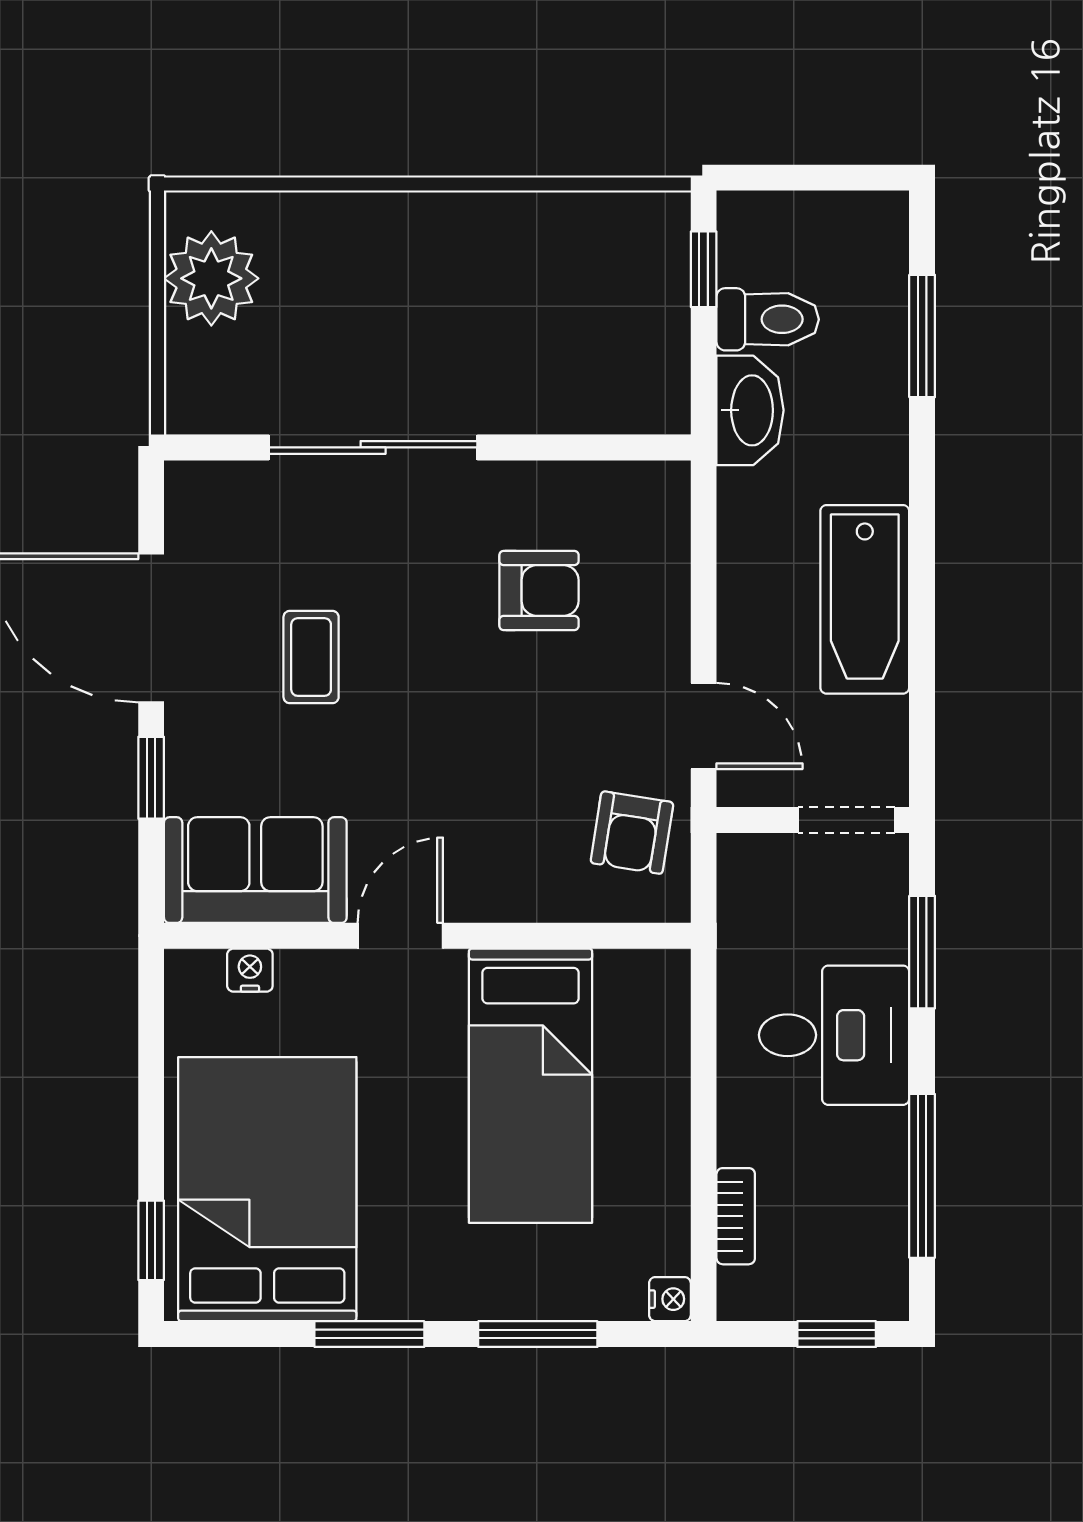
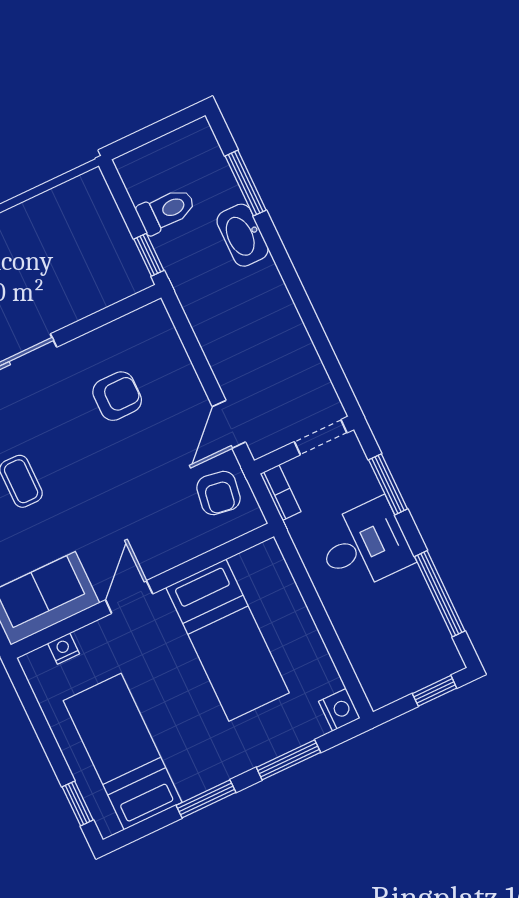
window: (704, 269) -> (149, 255), moved
washbasin: (750, 410) -> (243, 235), moved, turned 180
bathtub: (865, 599) -> (278, 325), removed
door: (704, 726) -> (229, 424), swing flipped
bed: (267, 1189) -> (123, 752), width x0.67
bookcase: (736, 1216) -> (280, 493), moved
nightstand: (670, 1299) -> (339, 710), width x1.39, depth x1.35

